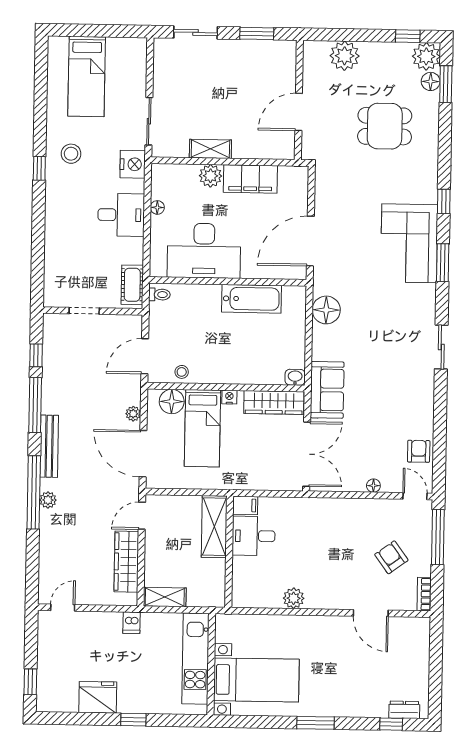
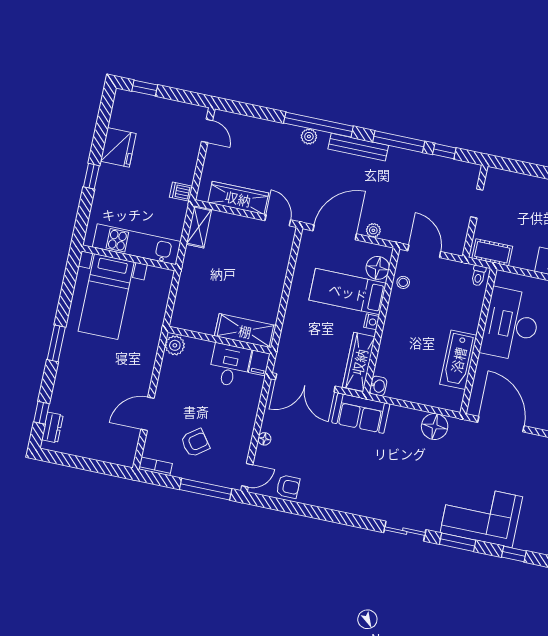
sliding door: (441, 347) -> (405, 531), moved
filing cabinet: (245, 505) -> (259, 363), moved
shelving: (214, 527) -> (245, 331), moved
desk: (254, 536) -> (230, 365), moved
wall: (229, 552) -> (219, 340), moved

